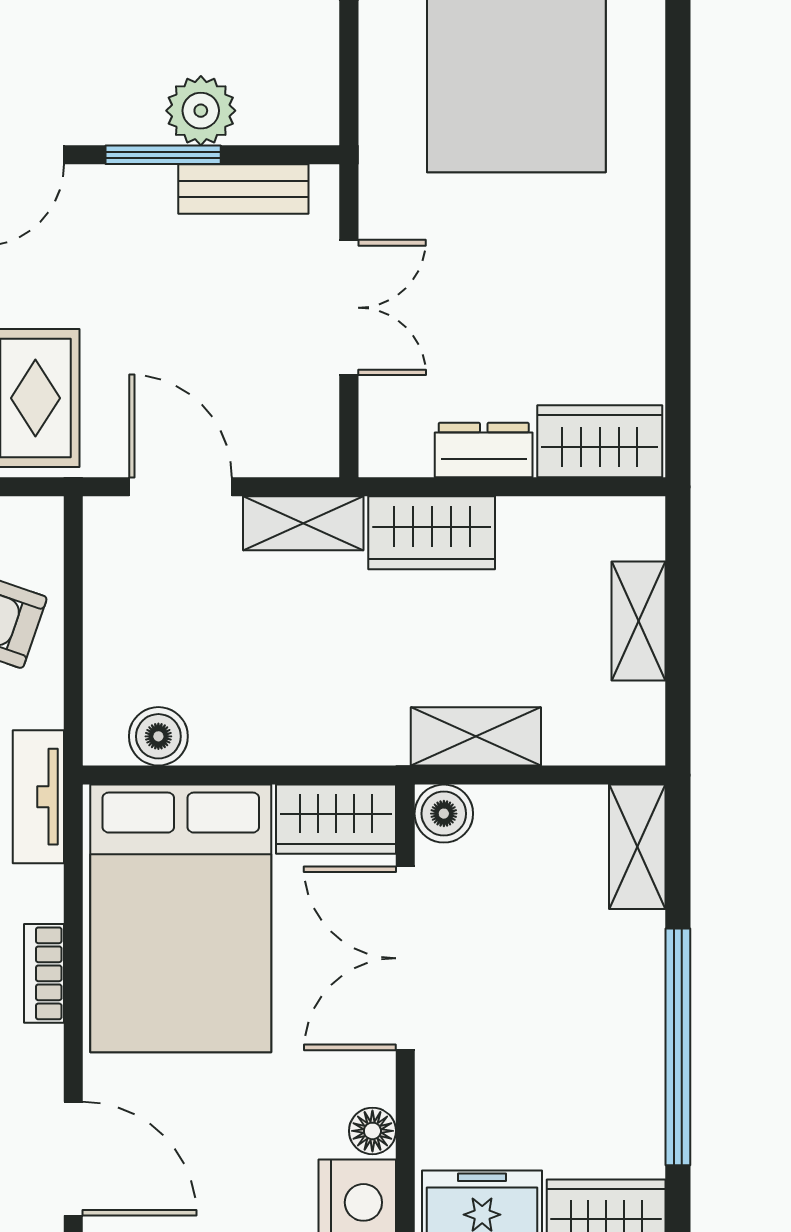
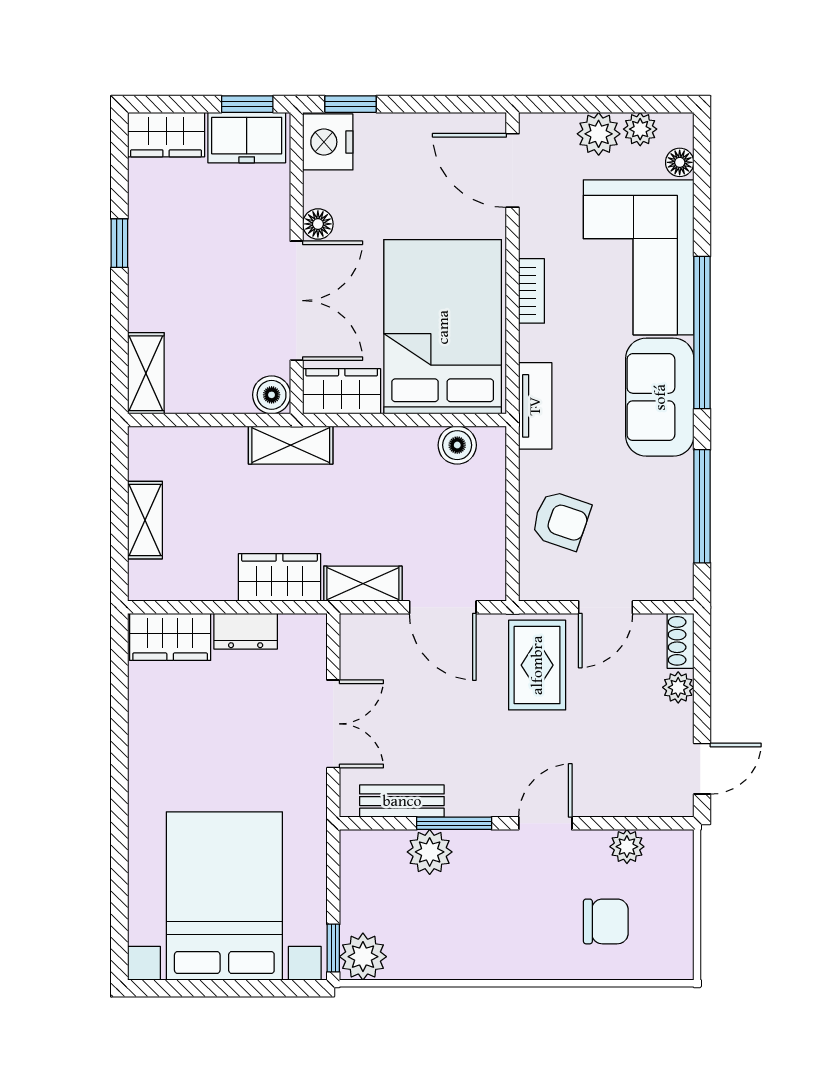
double door: (349, 308) -> (333, 724), swing flipped
shelving: (476, 736) -> (291, 445), moved
window: (678, 1047) -> (119, 243), width x0.32
floor lamp: (372, 1131) -> (318, 224), moved

